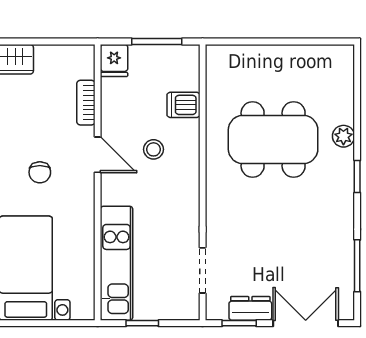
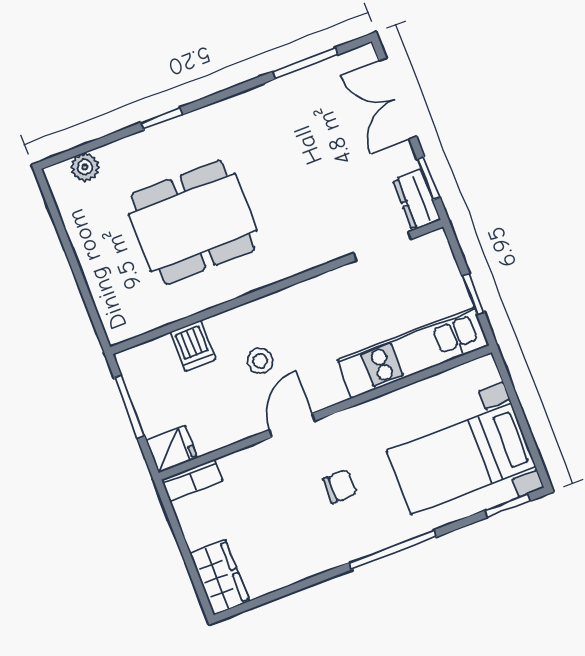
bookcase: (86, 103) -> (192, 480), moved
plant: (343, 136) -> (85, 167), moved
dining table: (273, 140) -> (193, 222), turned 90
window: (357, 177) -> (162, 119), moved
dresser: (250, 308) -> (417, 200), moved

